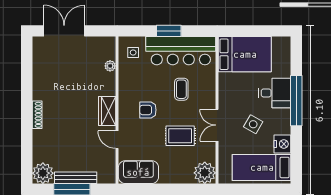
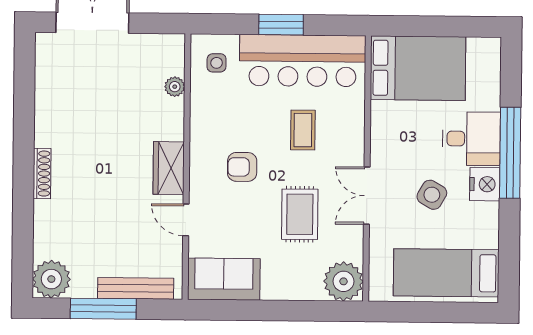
rug: (180, 136) -> (300, 214), turned 90
nightstand: (282, 144) -> (485, 184), moved
bench: (76, 178) -> (136, 288), moved

